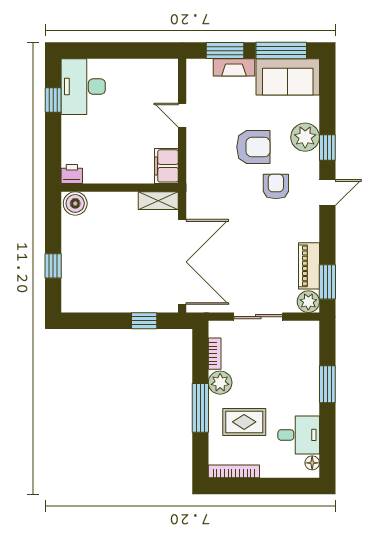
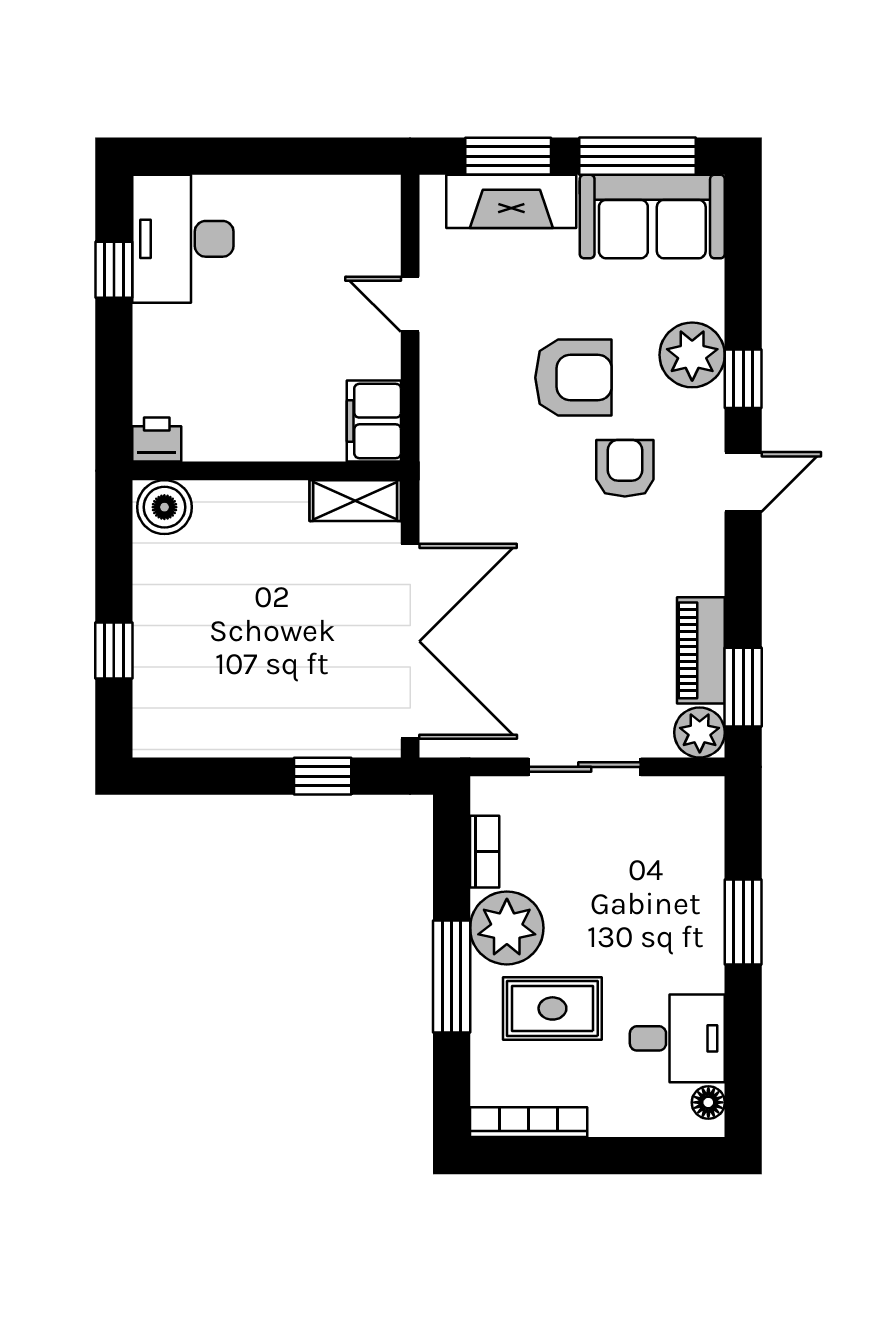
fireplace: (234, 67) -> (511, 201), width x1.37, depth x1.32
plant: (220, 383) -> (507, 928), width x1.36, depth x1.36

